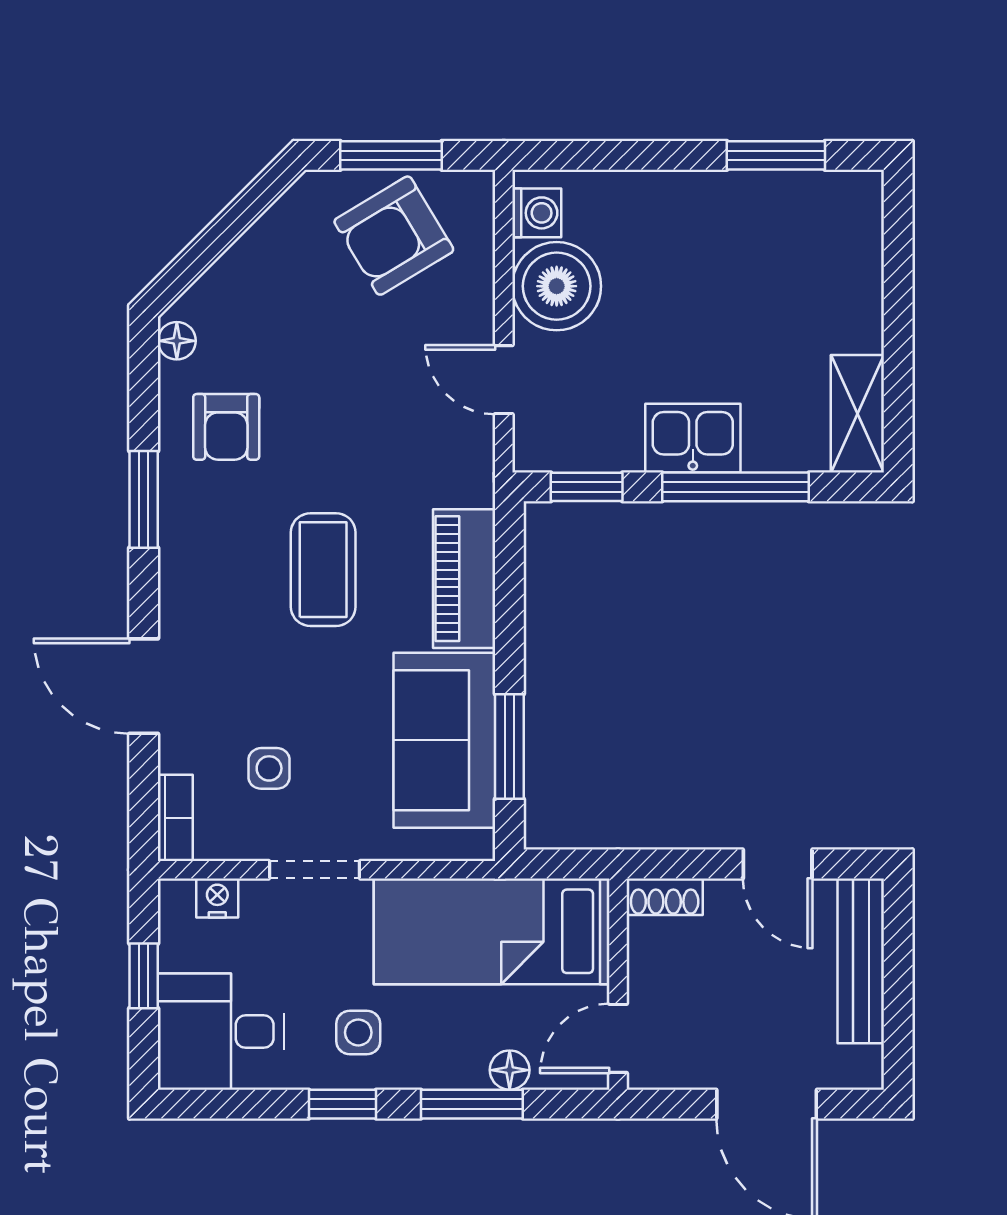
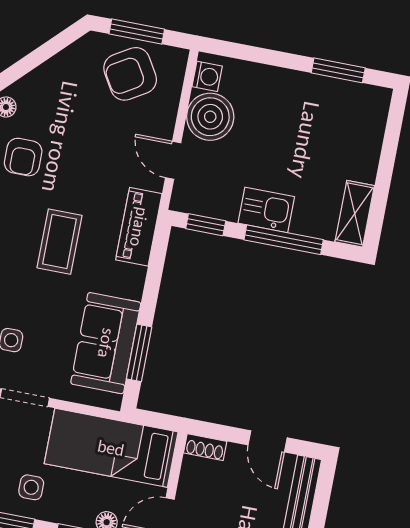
piano: (464, 579) -> (139, 227), moved

